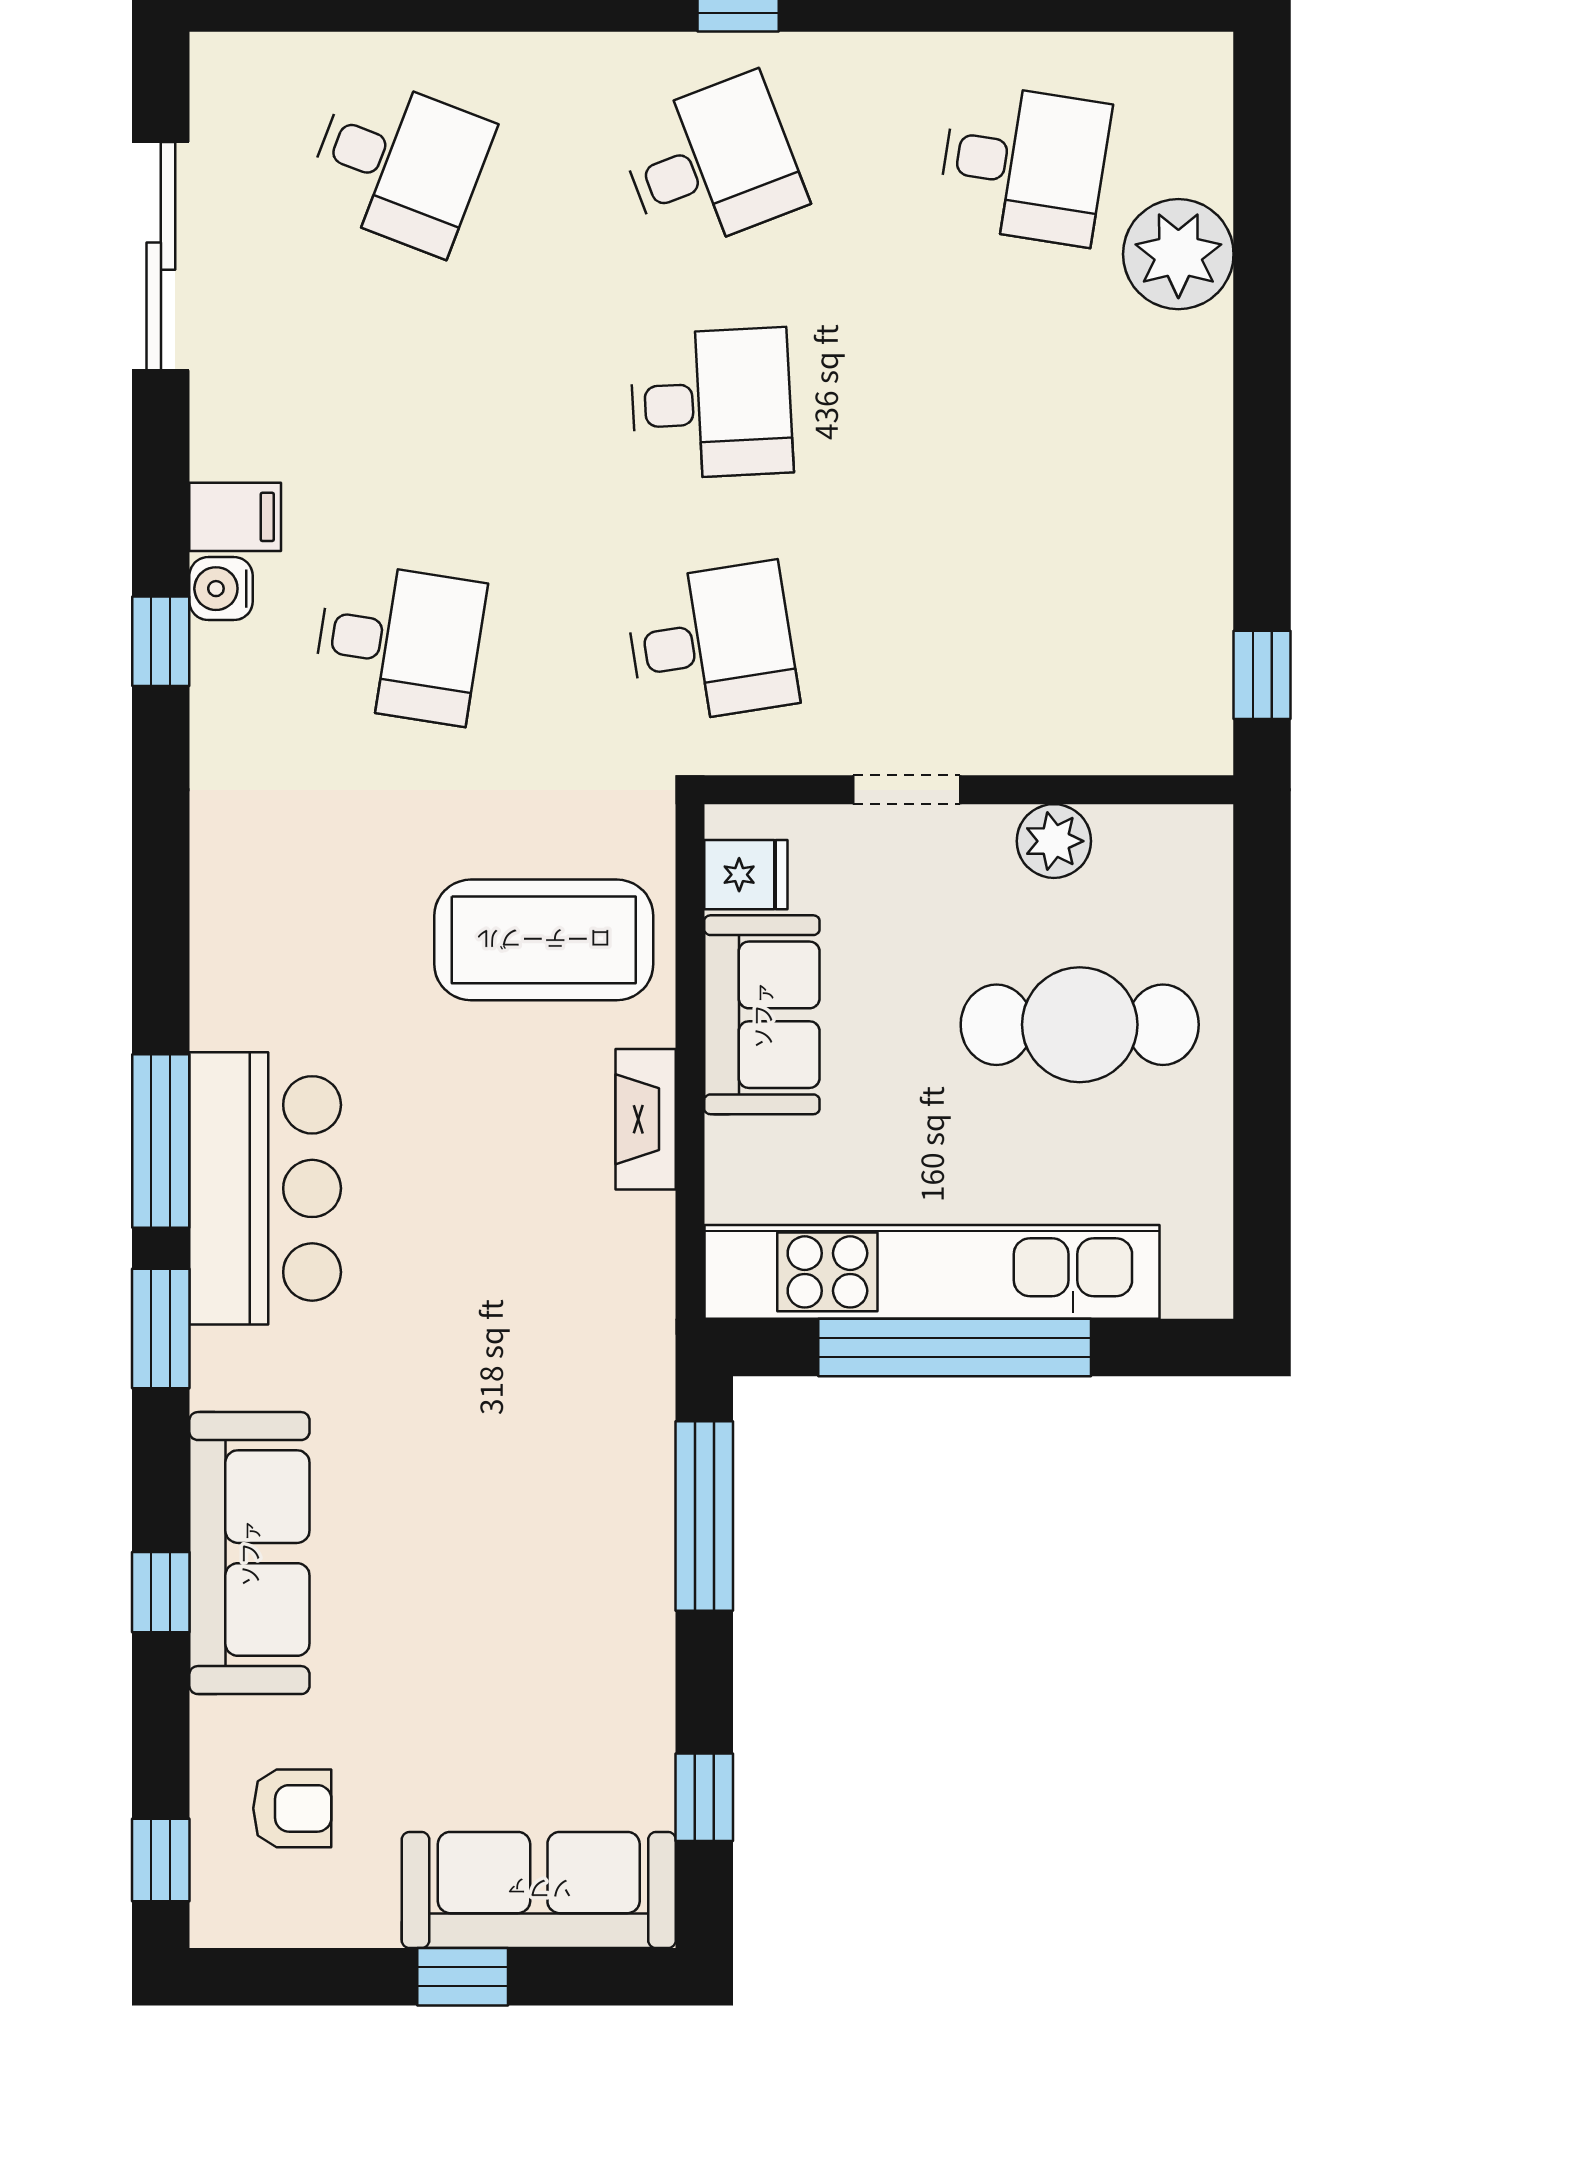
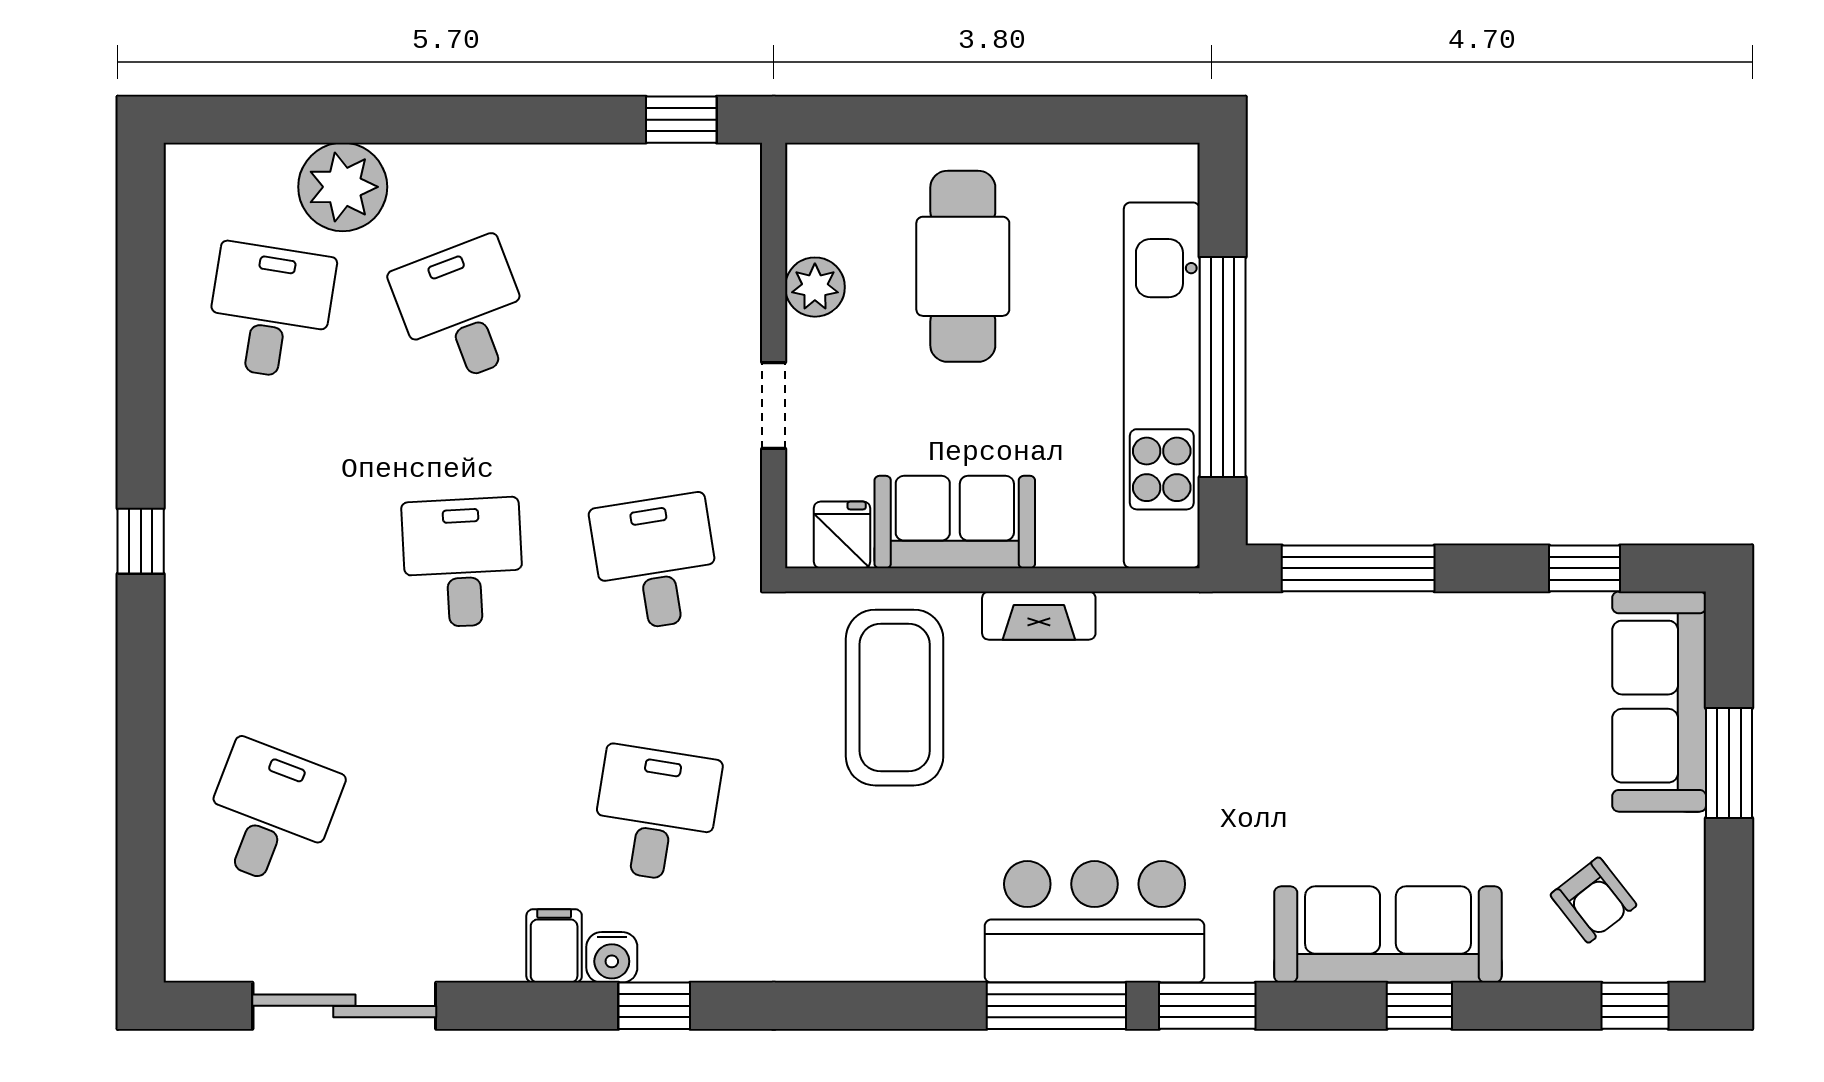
desk: (711, 164) -> (463, 311), moved
armchair: (292, 1808) -> (1593, 900), turned 142
window: (463, 1977) -> (1729, 763), width x1.50

